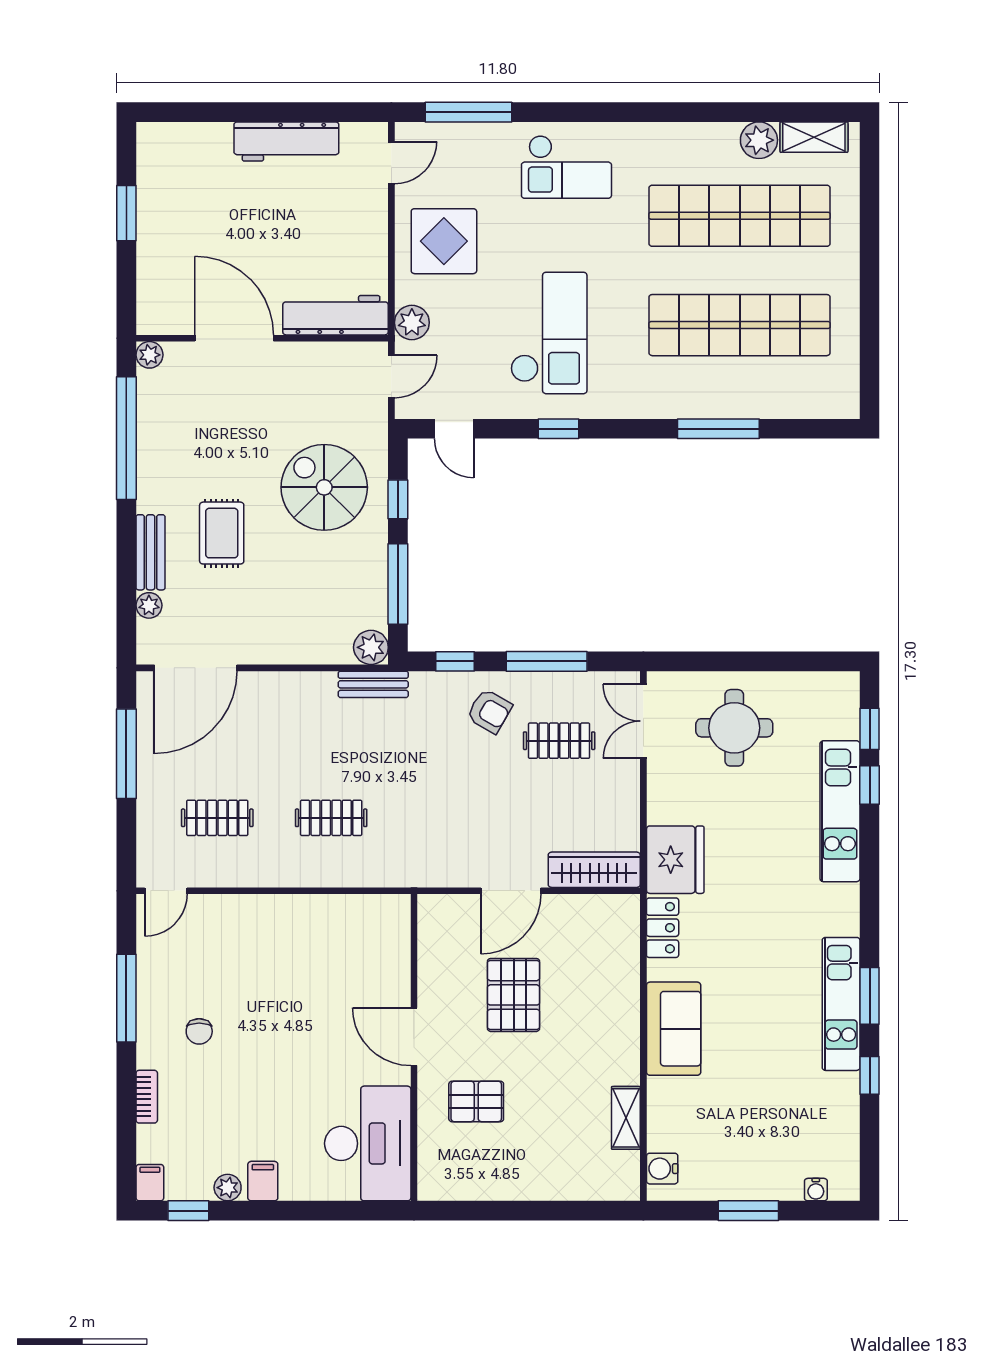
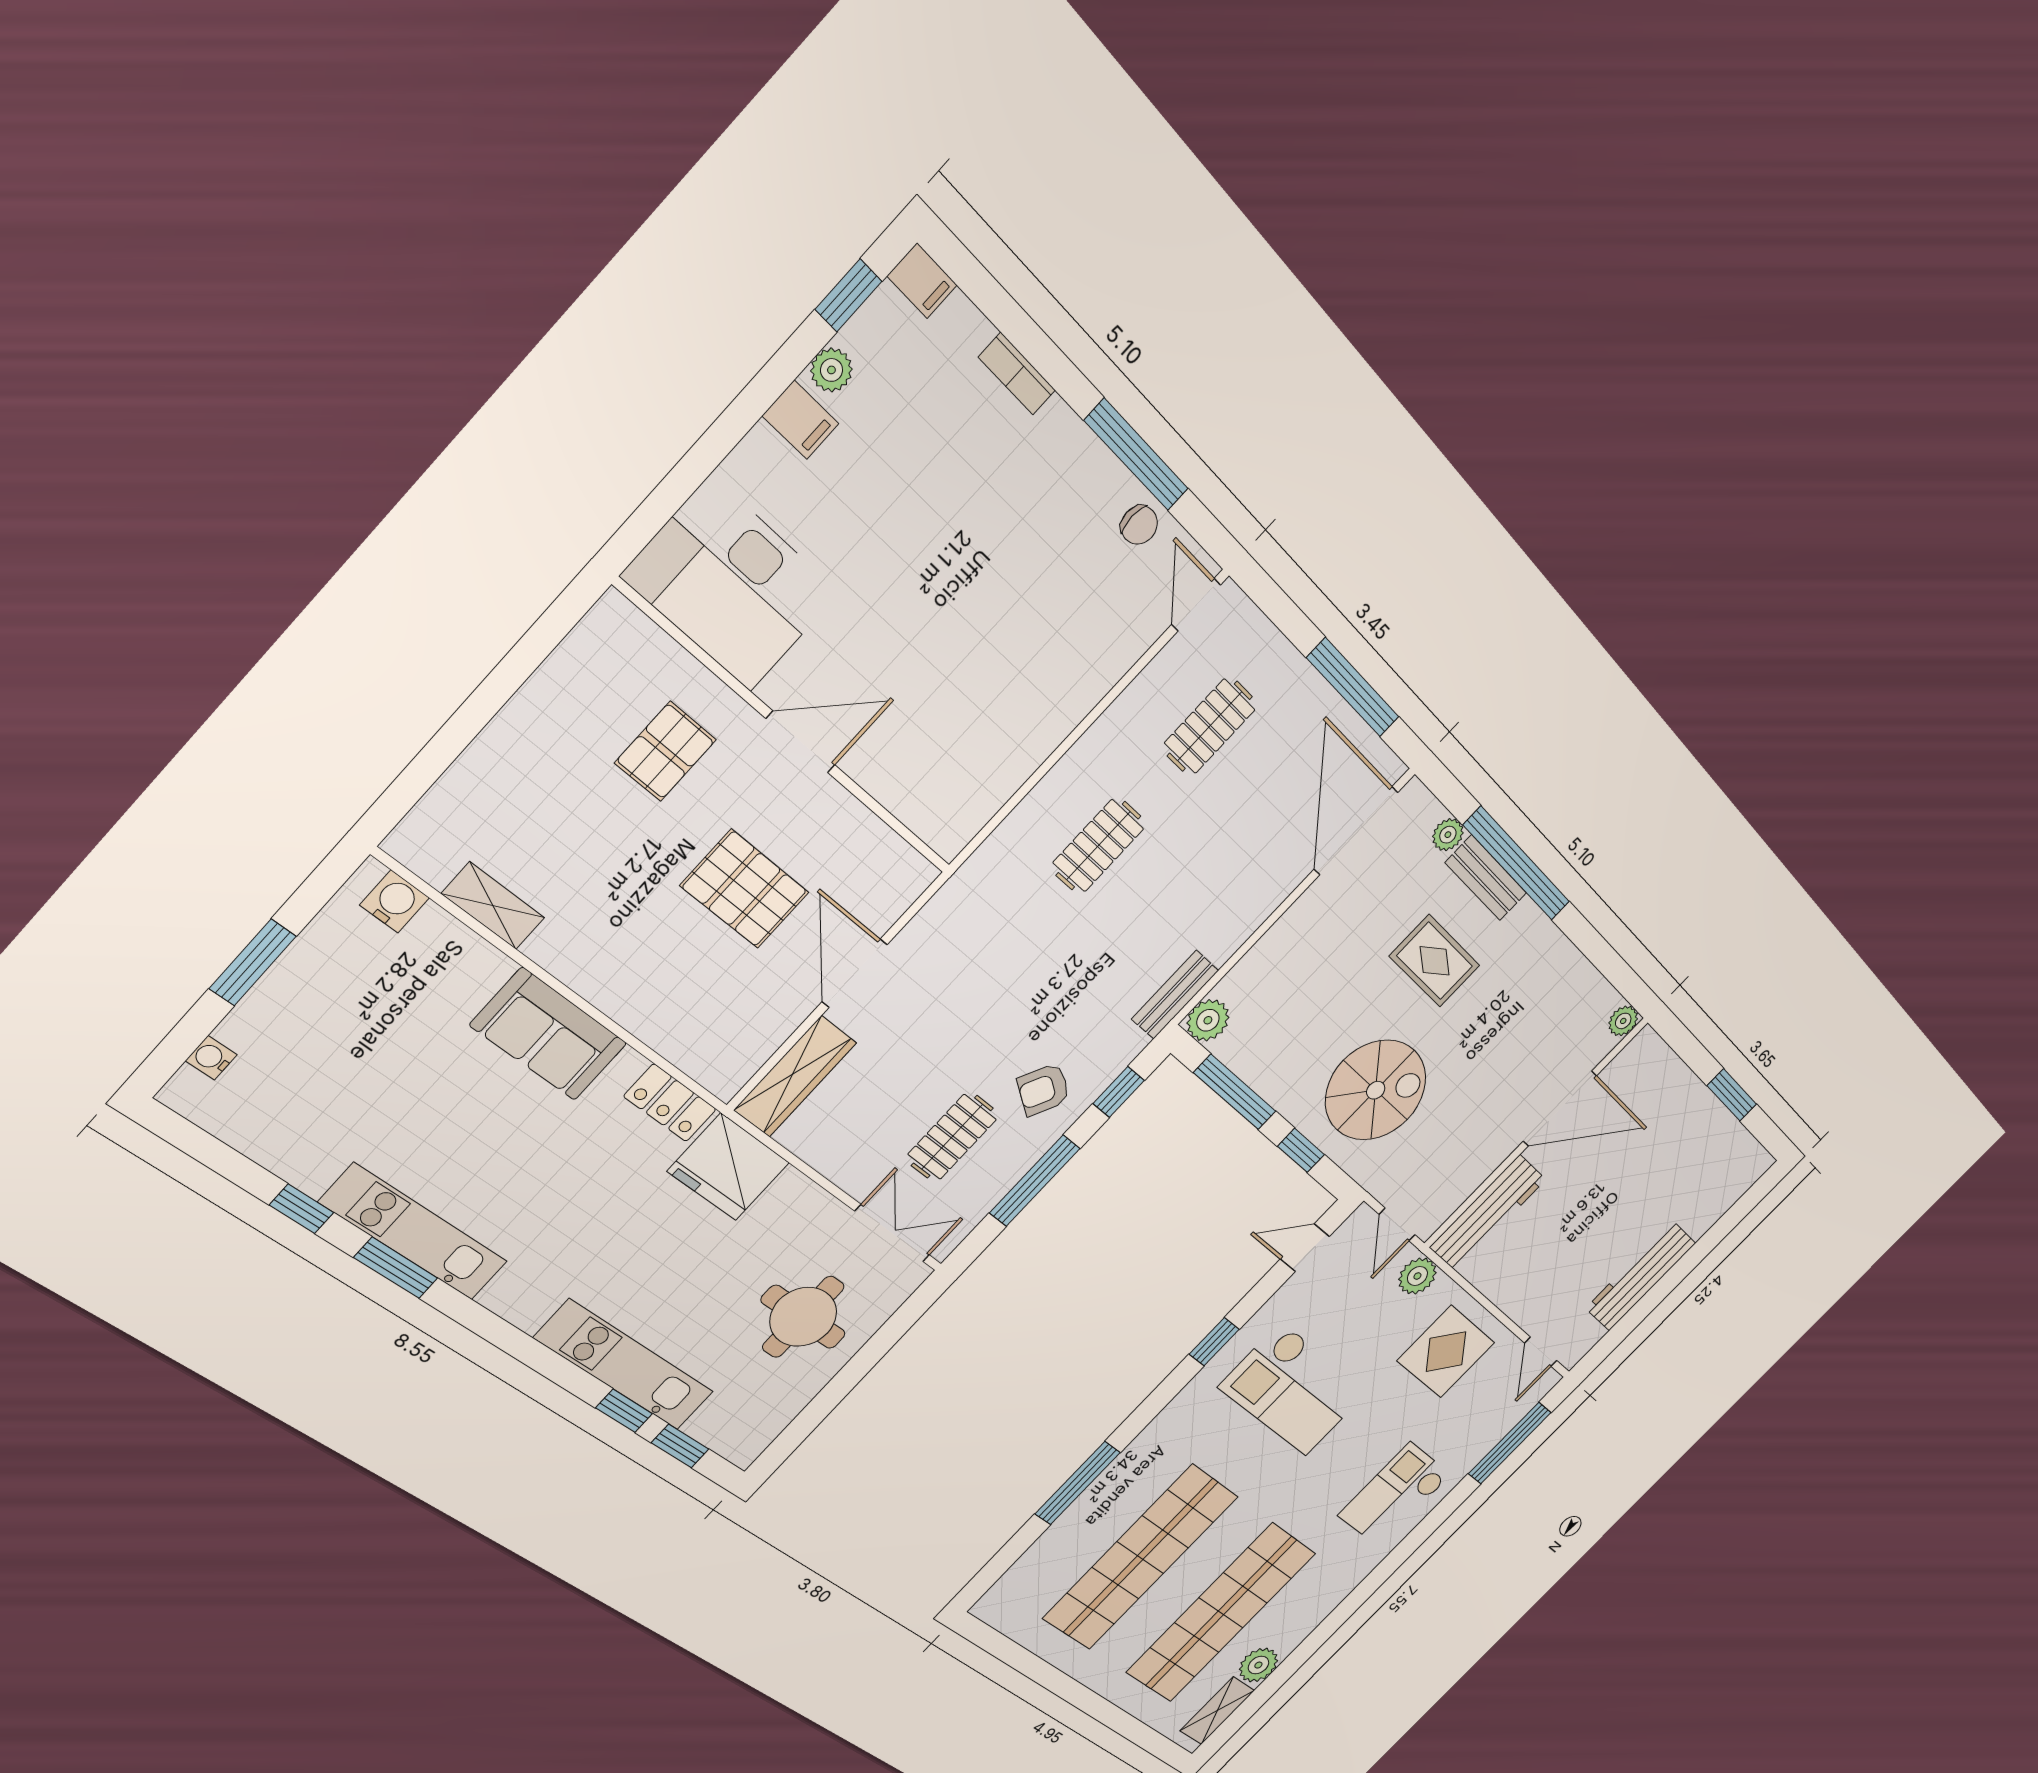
window: (126, 438) -> (1517, 864), moved
chair: (199, 1031) -> (1139, 525), moved, turned 180

